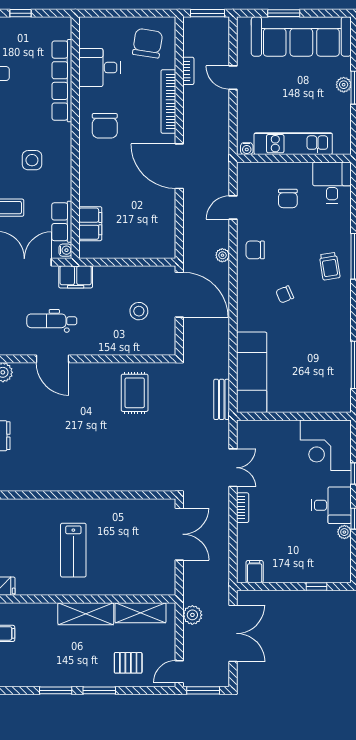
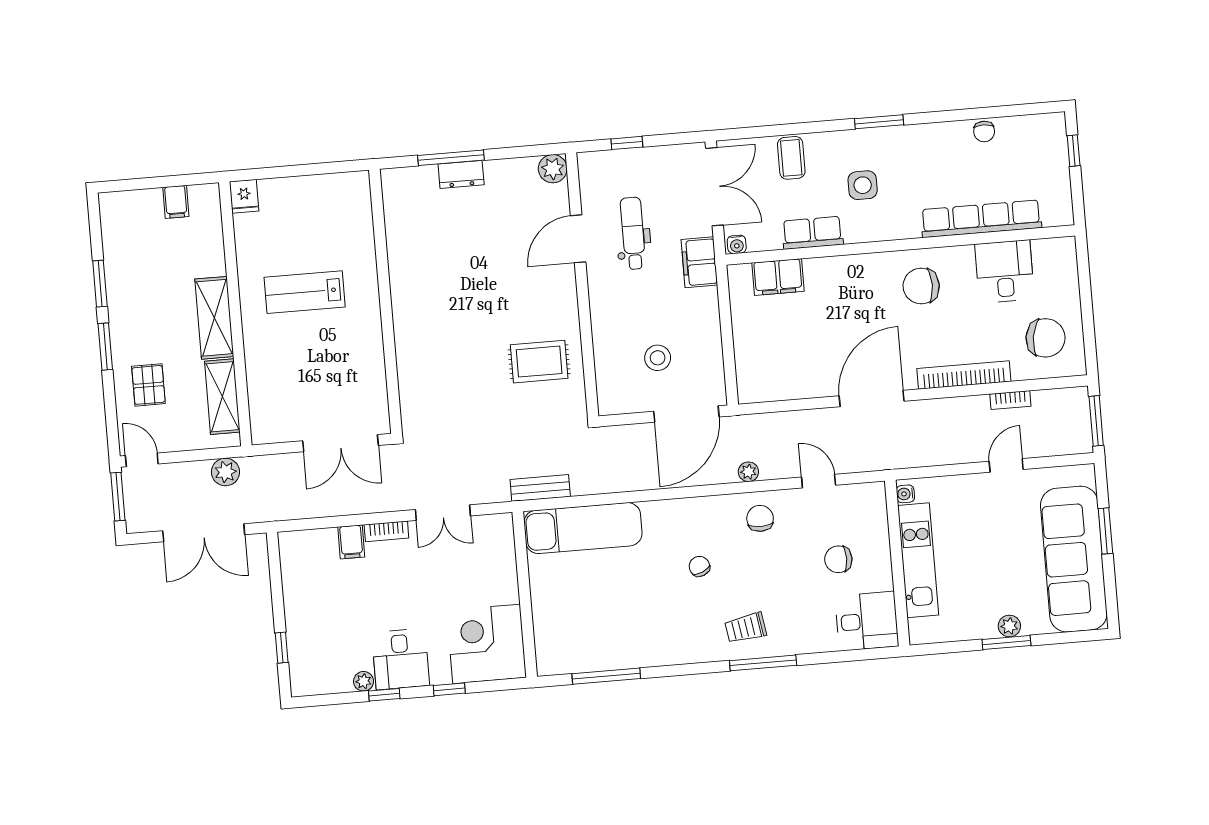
row of seats: (62, 222) -> (812, 233), moved
filing cabinet: (255, 572) -> (351, 542), moved, turned 90

